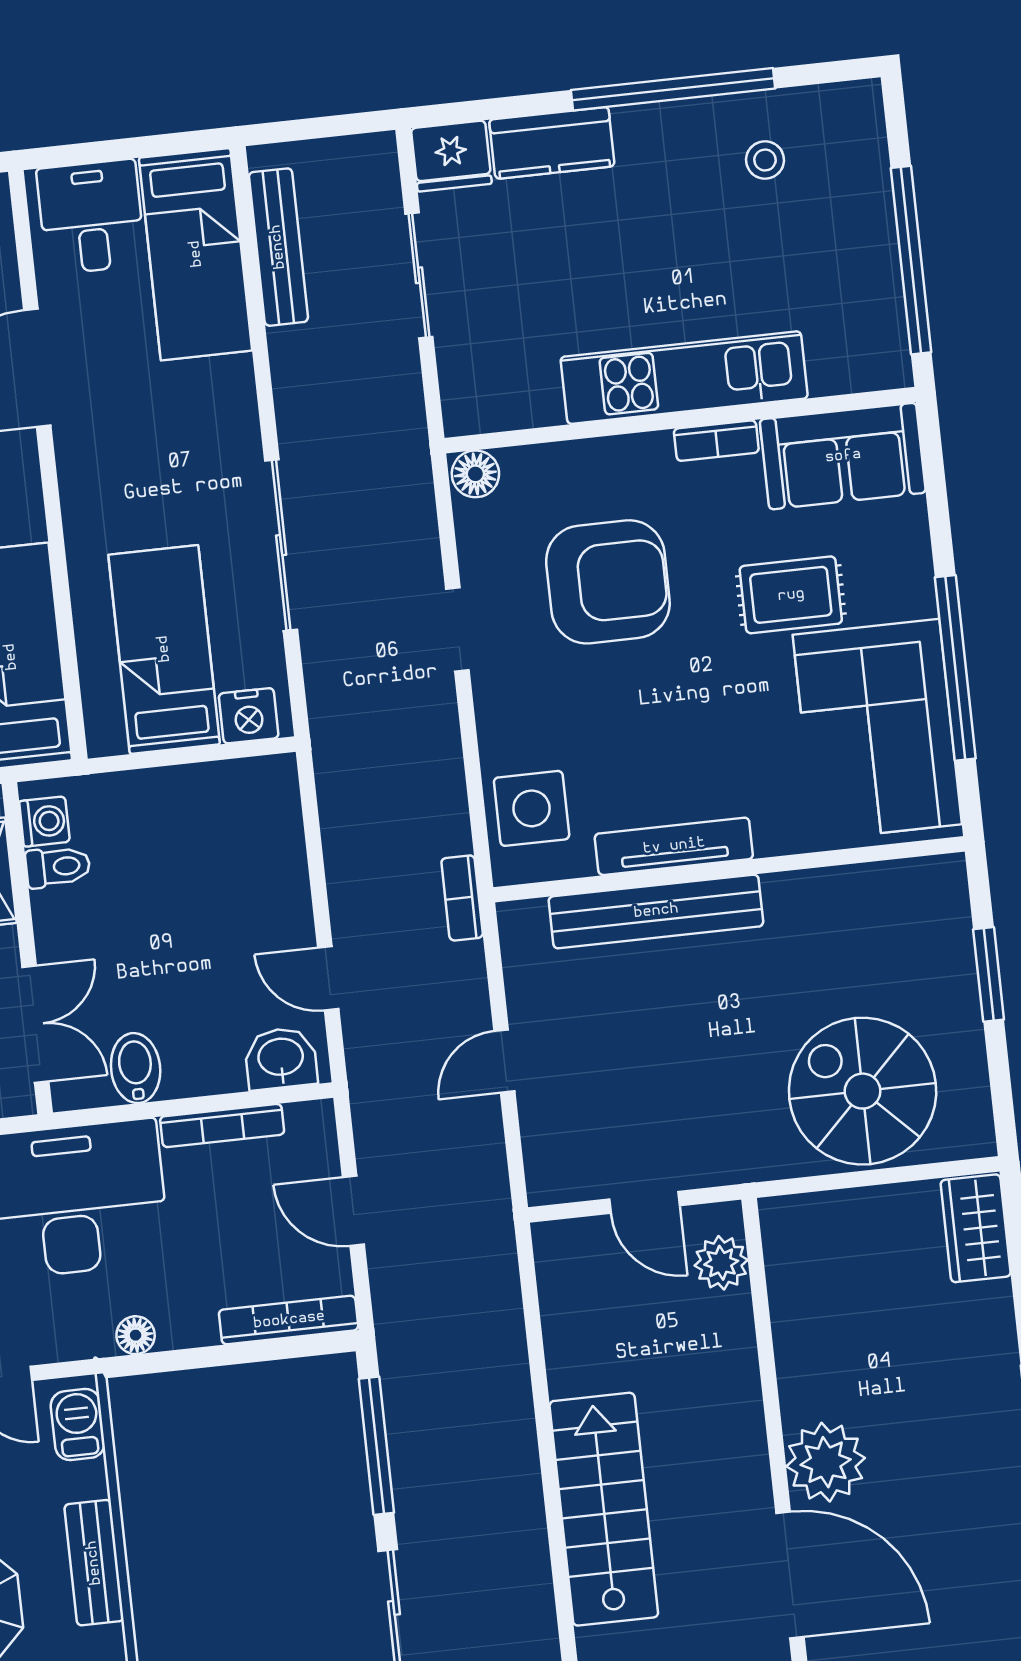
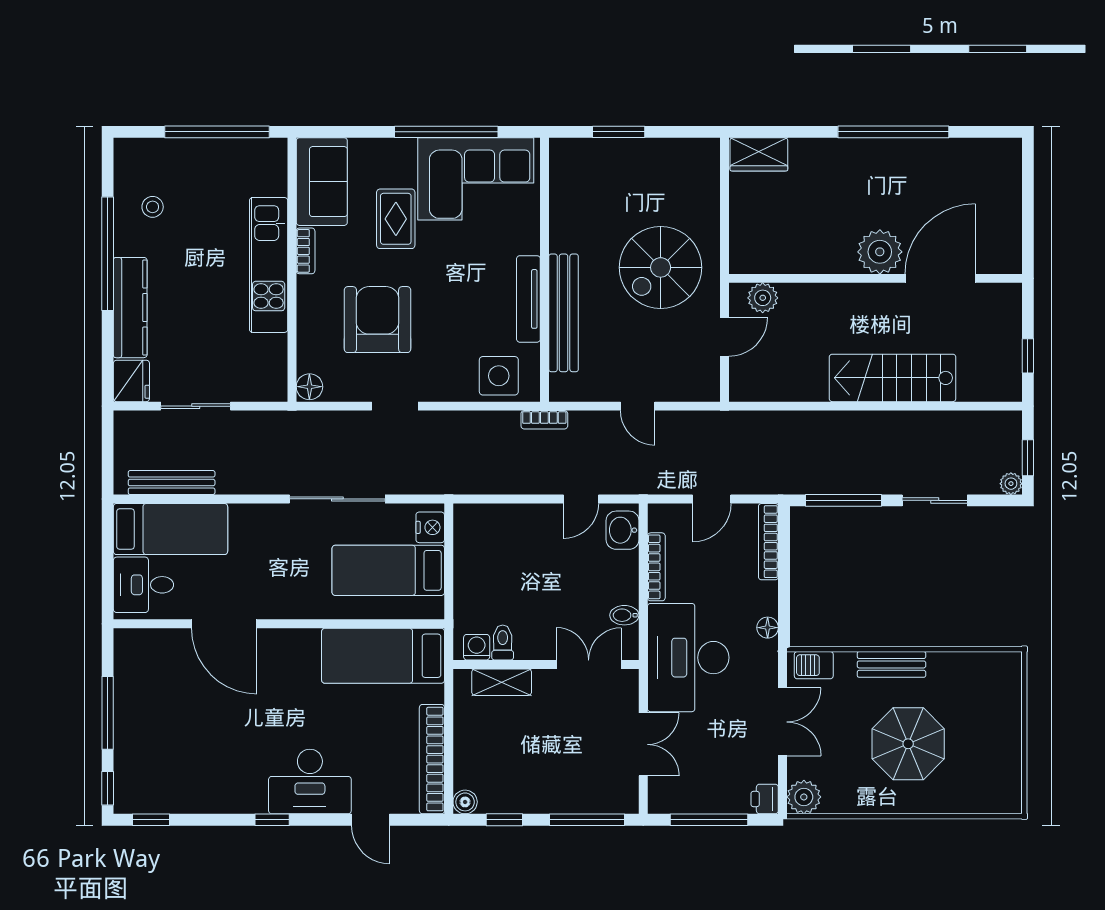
kitchen counter: (552, 143) -> (130, 308), width x1.50
bidet: (136, 1068) -> (624, 615), width x0.72, depth x0.74
spiral stairs: (863, 1091) -> (661, 267), moved

